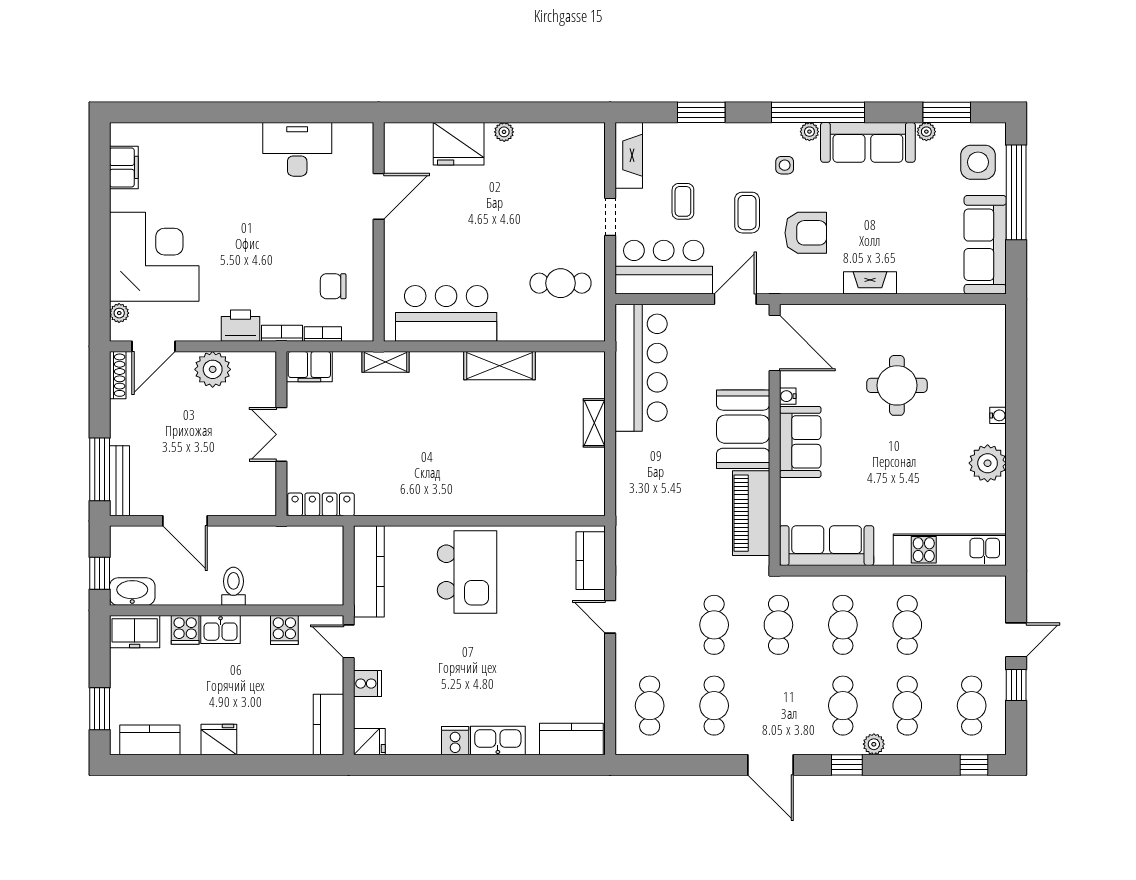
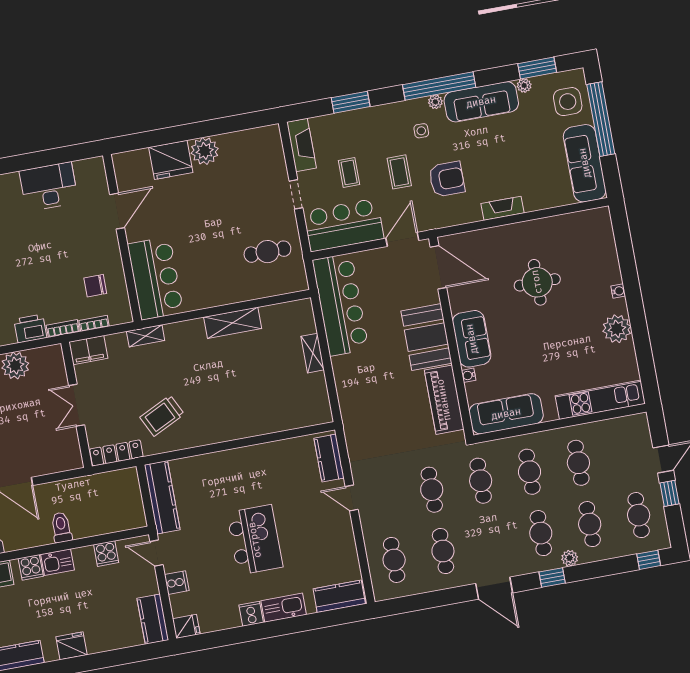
plant: (504, 132) -> (205, 151), width x1.88, depth x1.88
bar counter: (446, 313) -> (155, 278), moved, turned 90
water cooler: (788, 396) -> (469, 375), moved
trolley: (388, 468) -> (162, 416), added
kitchen island: (467, 572) -> (255, 540), moved

